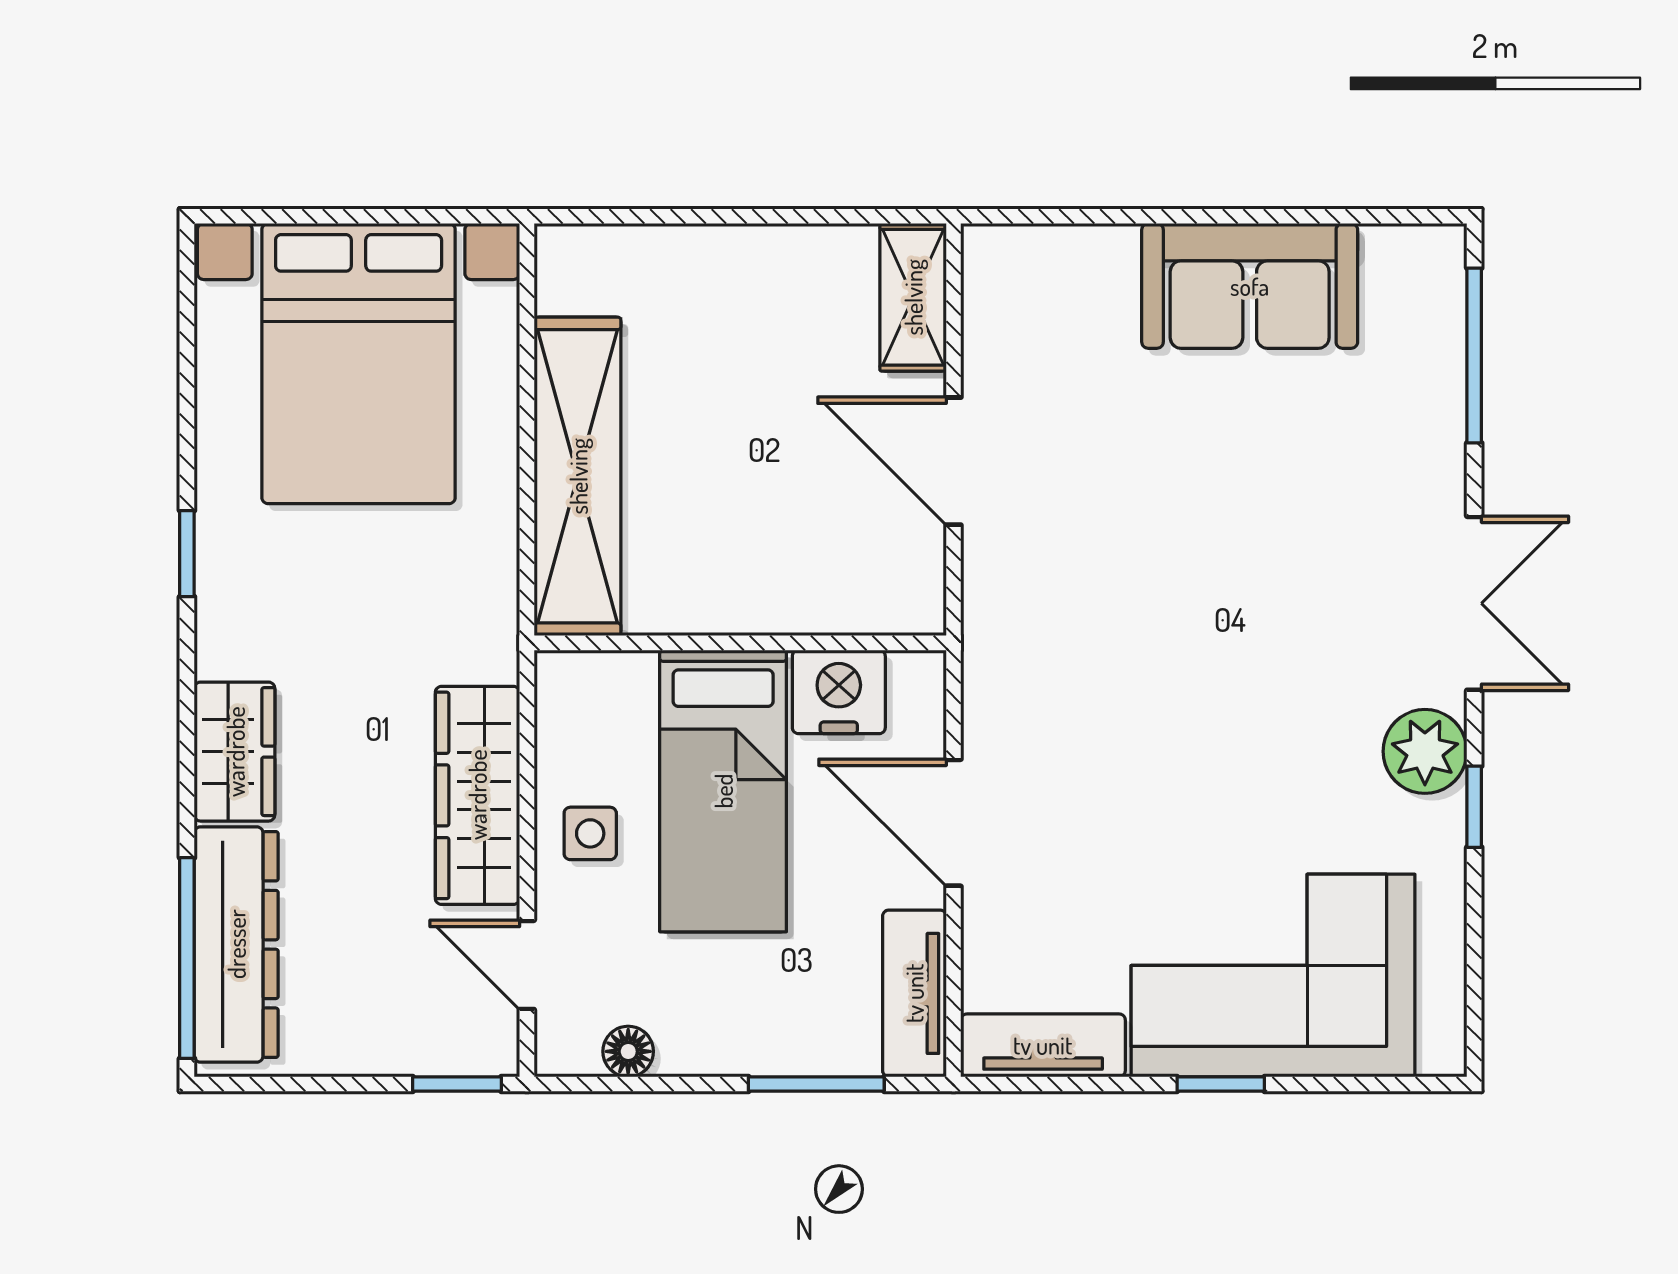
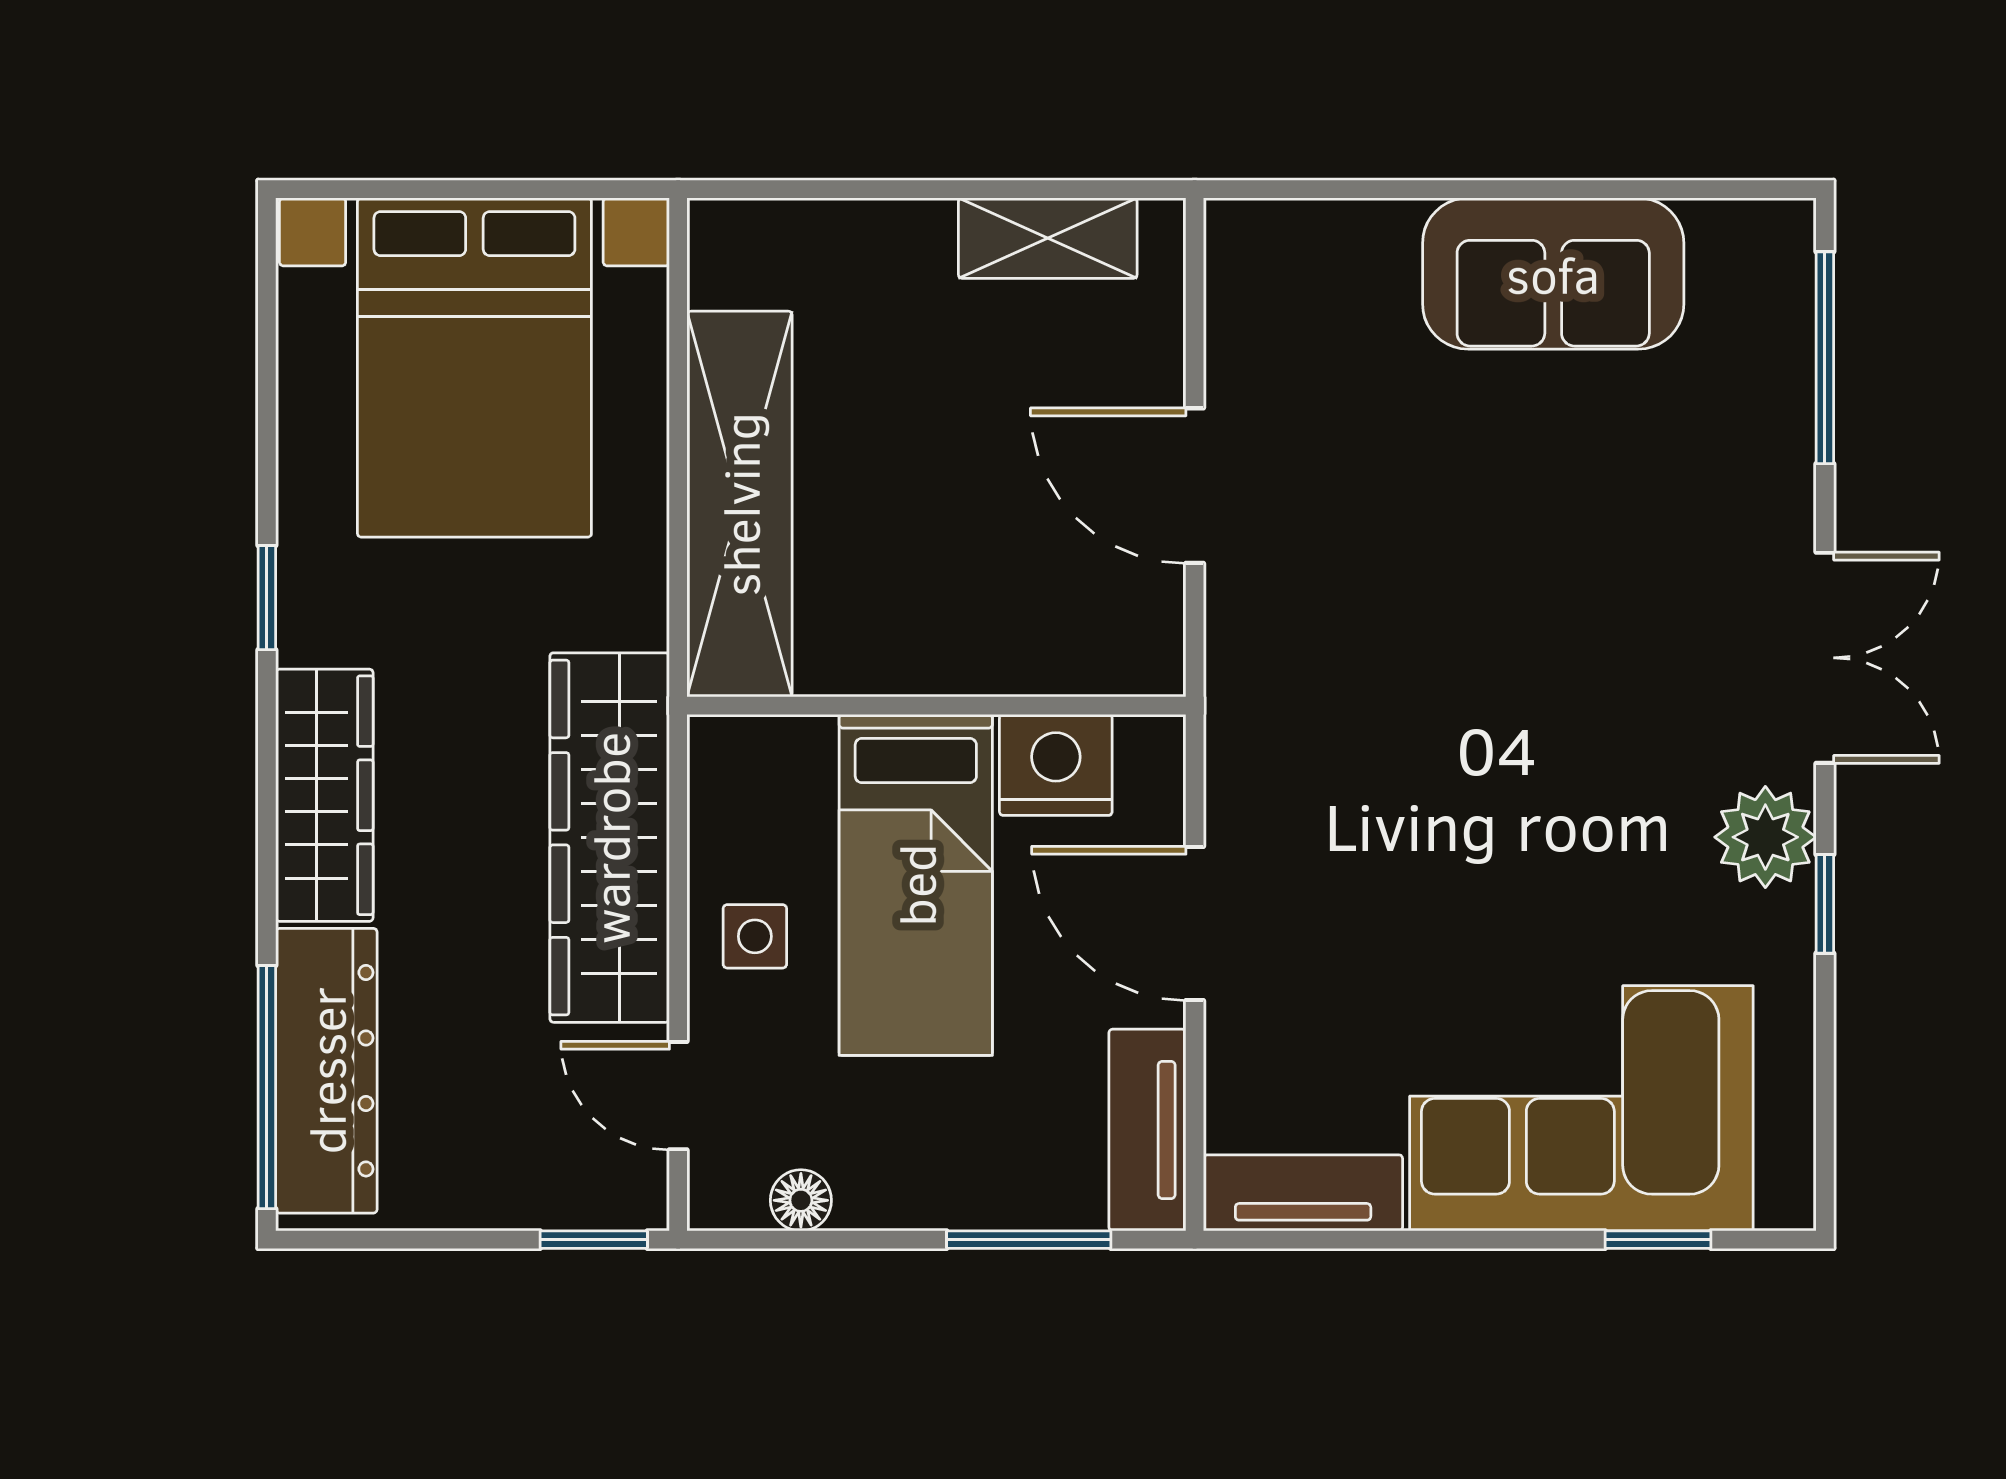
shelving: (913, 297) -> (1048, 238), moved, turned 90
wardrobe: (235, 752) -> (324, 795), width x1.50
wardrobe: (477, 795) -> (610, 838), width x1.40, depth x1.17
window: (1221, 1084) -> (1658, 1240), moved

